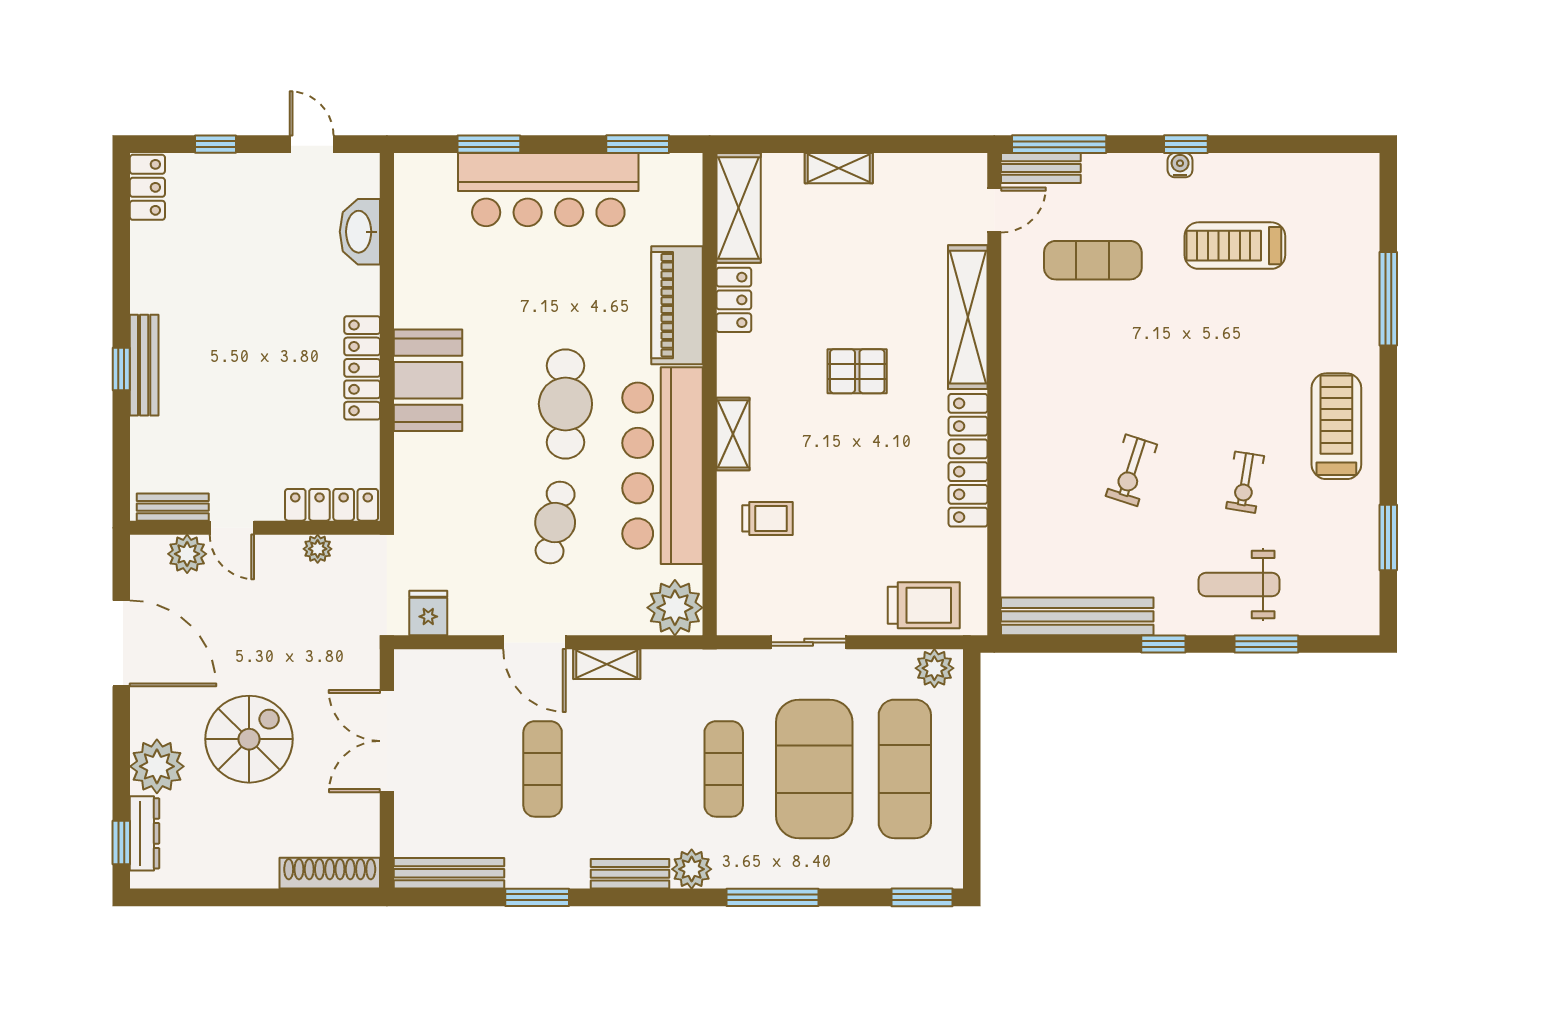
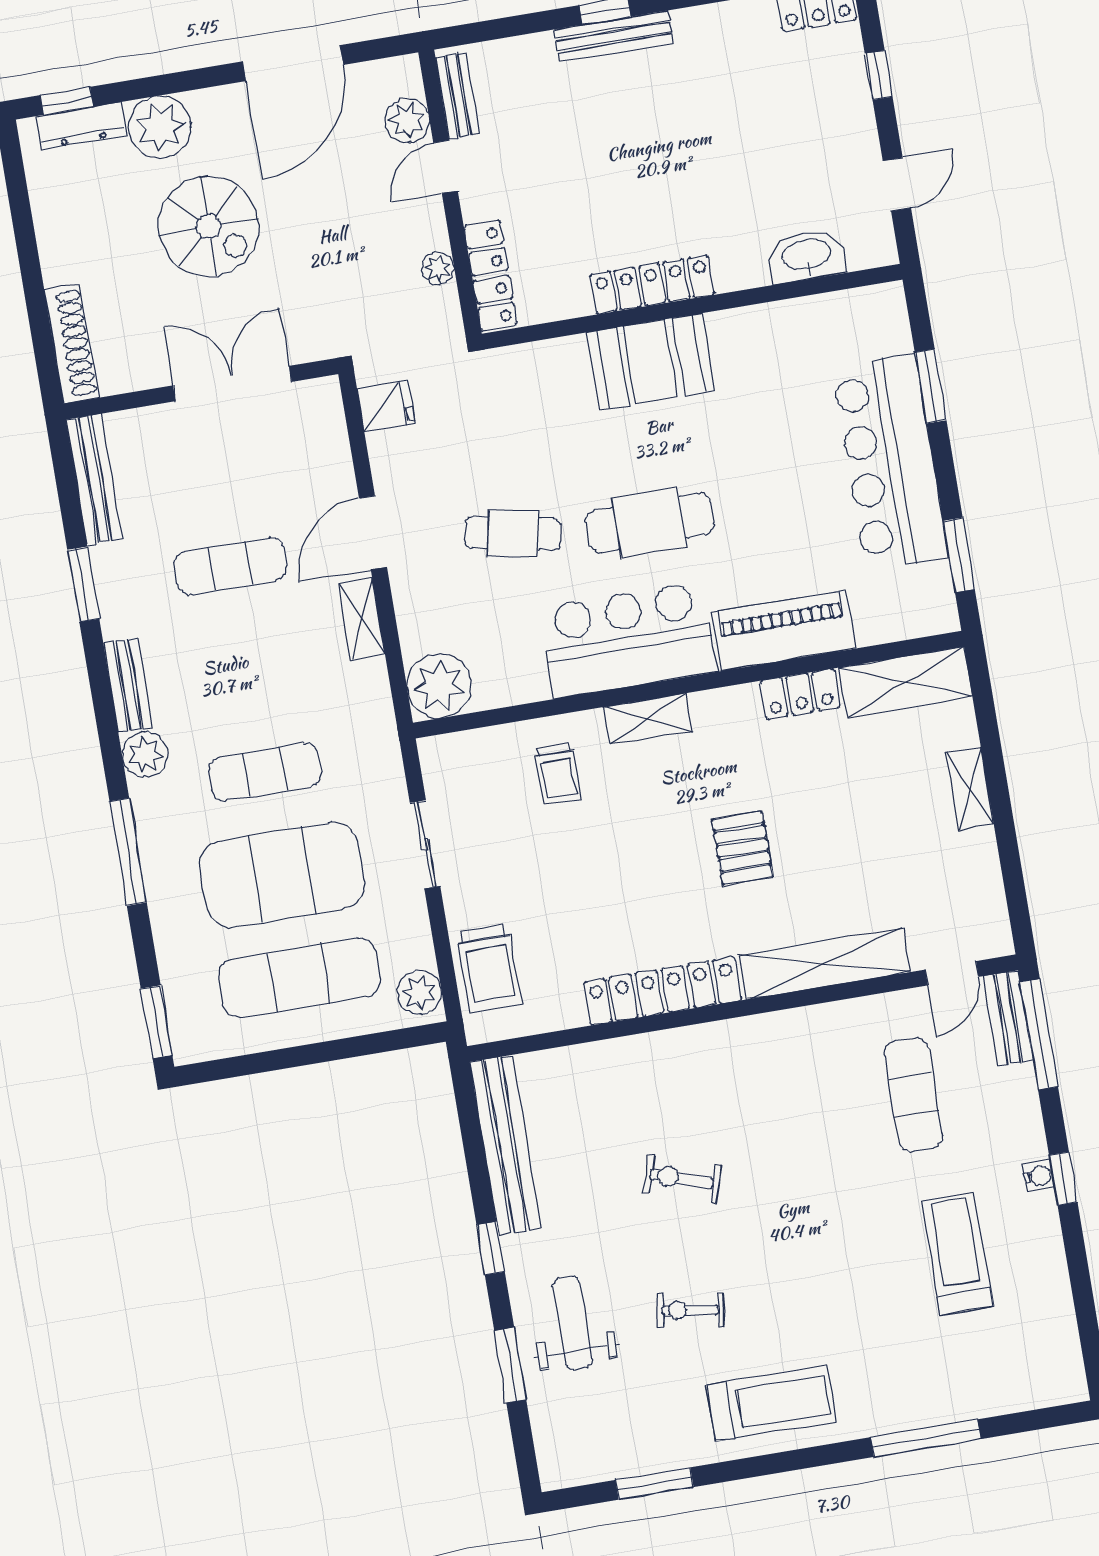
door: (994, 210) -> (952, 973), hinge flipped
bar counter: (663, 466) -> (628, 640), width x0.73

